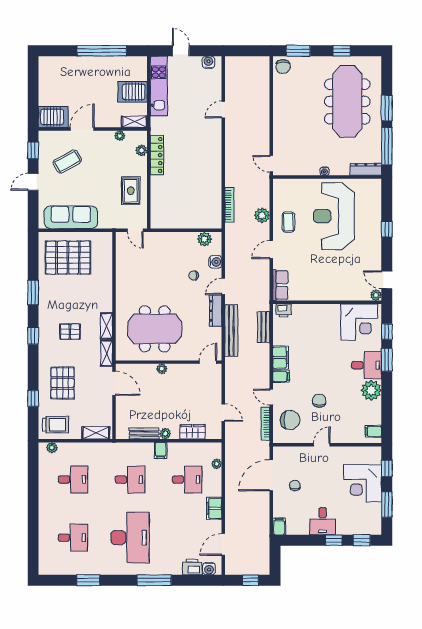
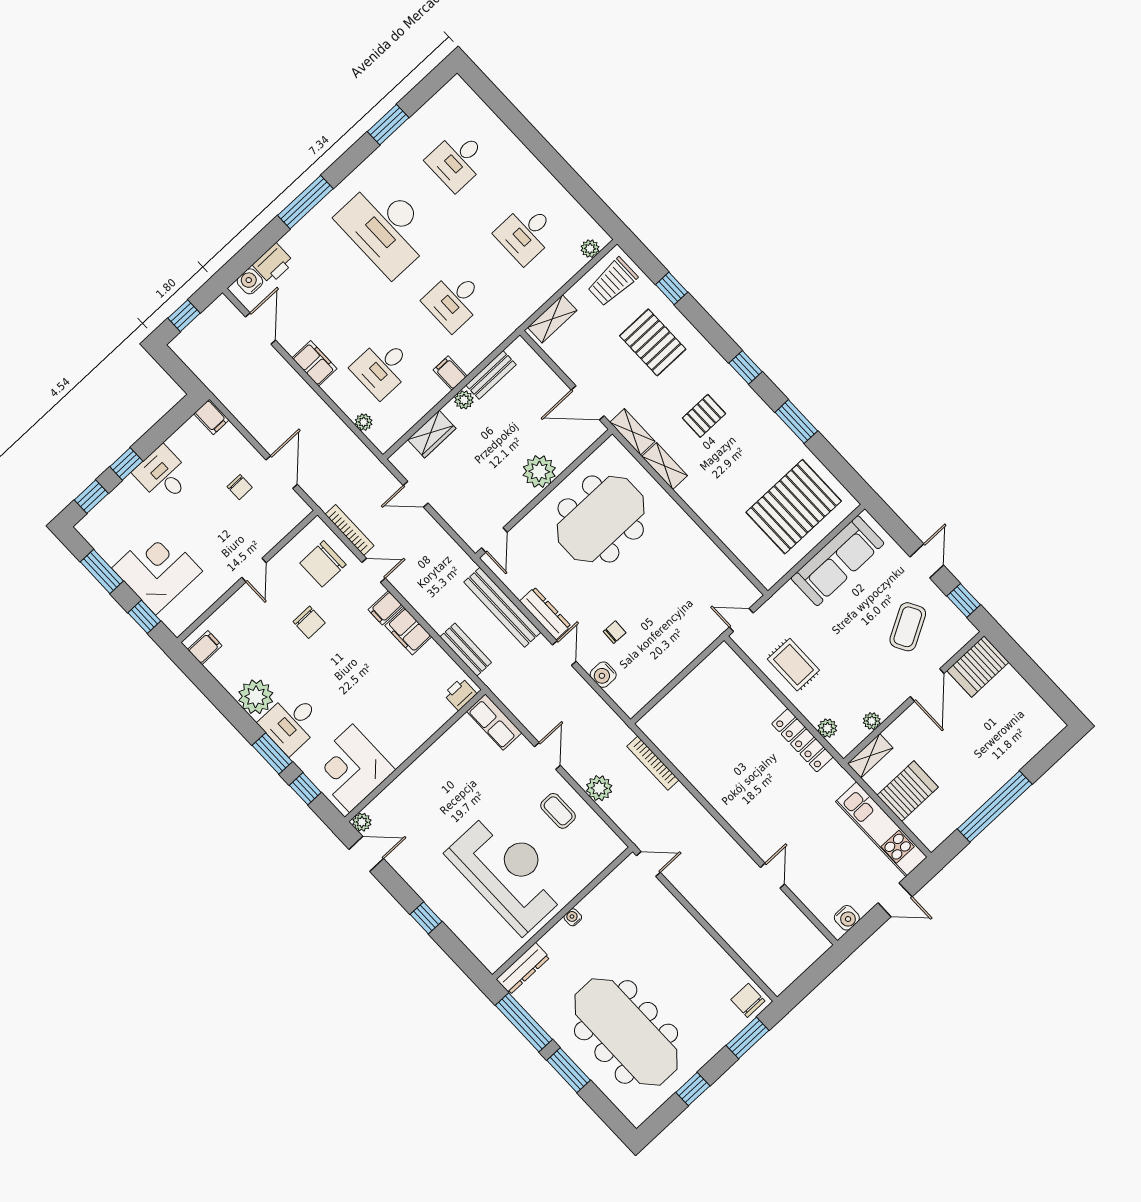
plant: (205, 239) -> (644, 691), removed
plant: (162, 369) -> (539, 471), width x1.87, depth x1.87
door: (271, 475) -> (282, 472), width x0.73

